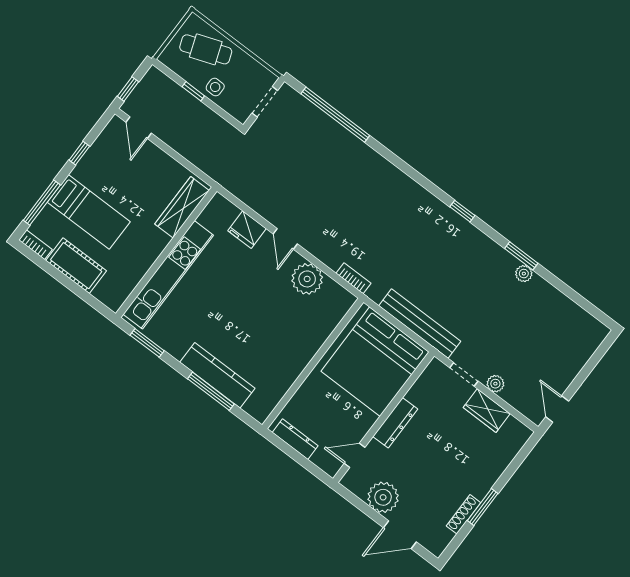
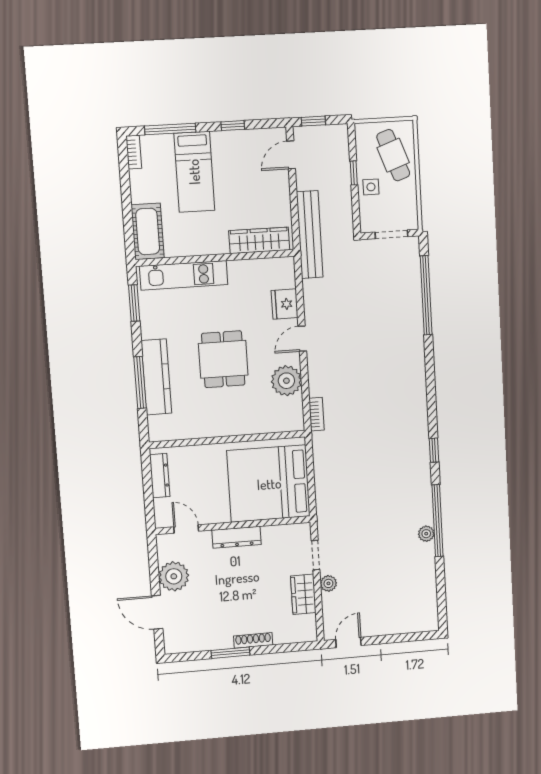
window: (521, 256) -> (438, 521), width x2.11
cot: (76, 266) -> (148, 231), moved
kitchen unit: (168, 275) -> (184, 275), width x0.73
dining table: (248, 313) -> (223, 359), added
bench: (420, 324) -> (310, 235), moved
shoe rack: (463, 514) -> (253, 640), moved

